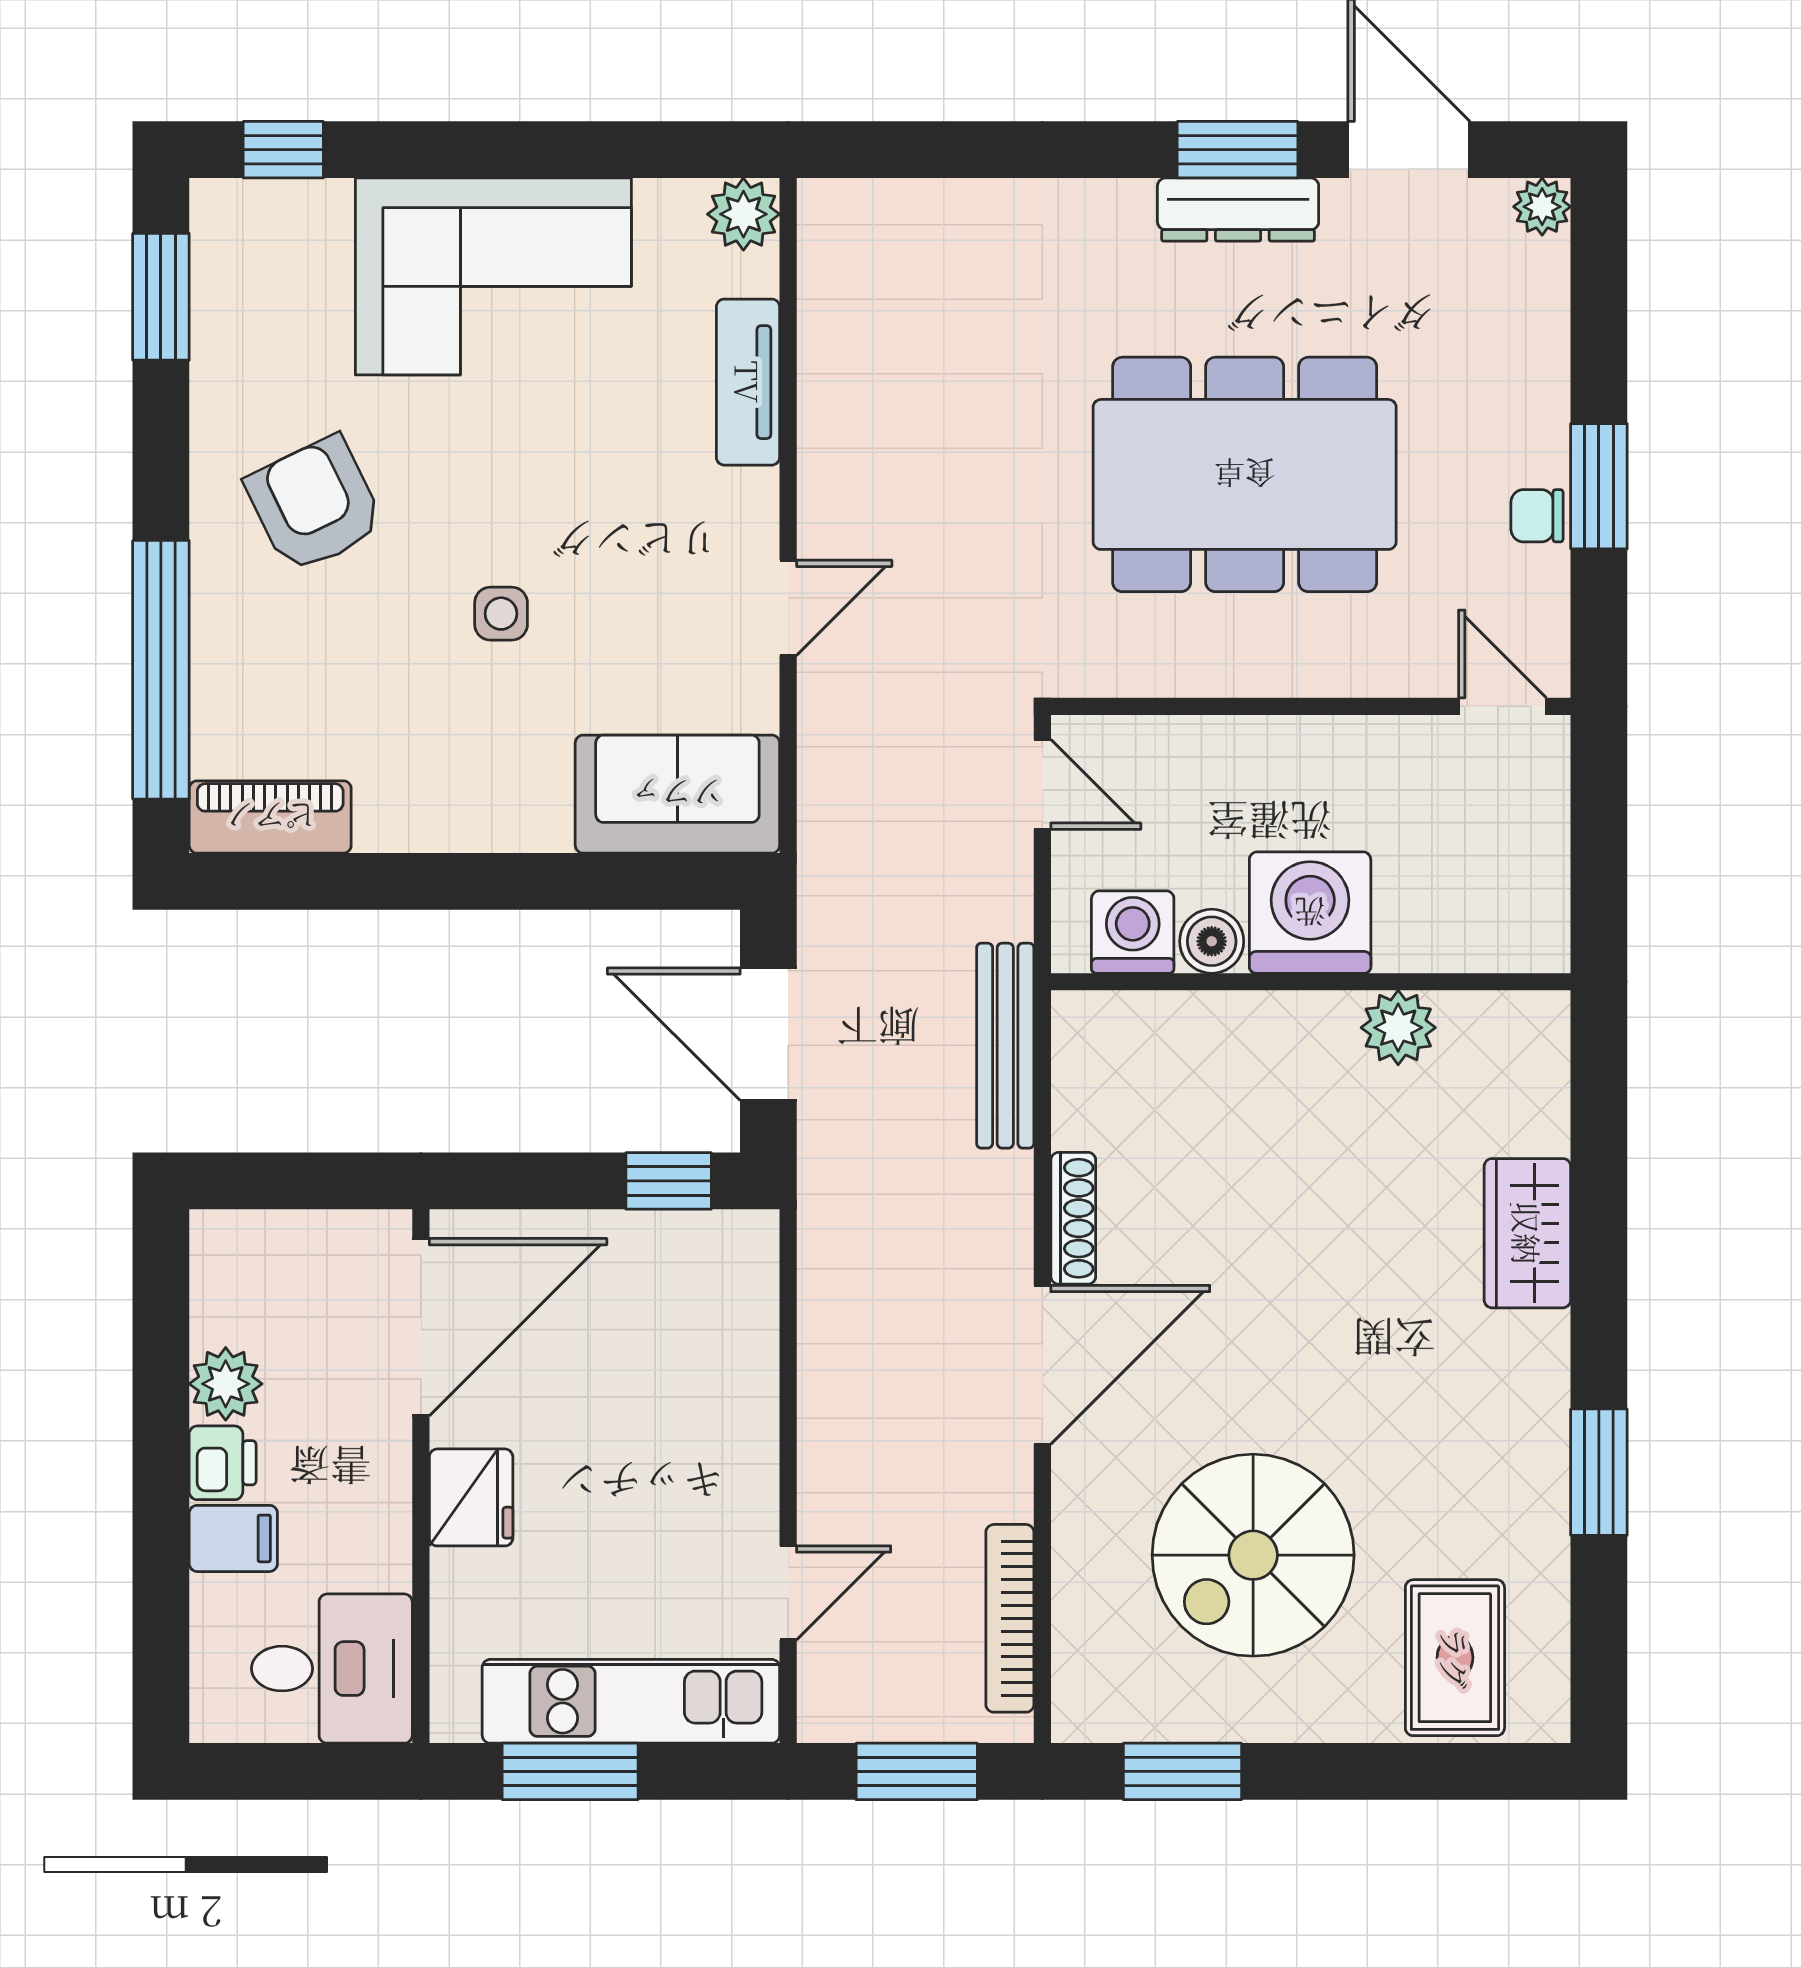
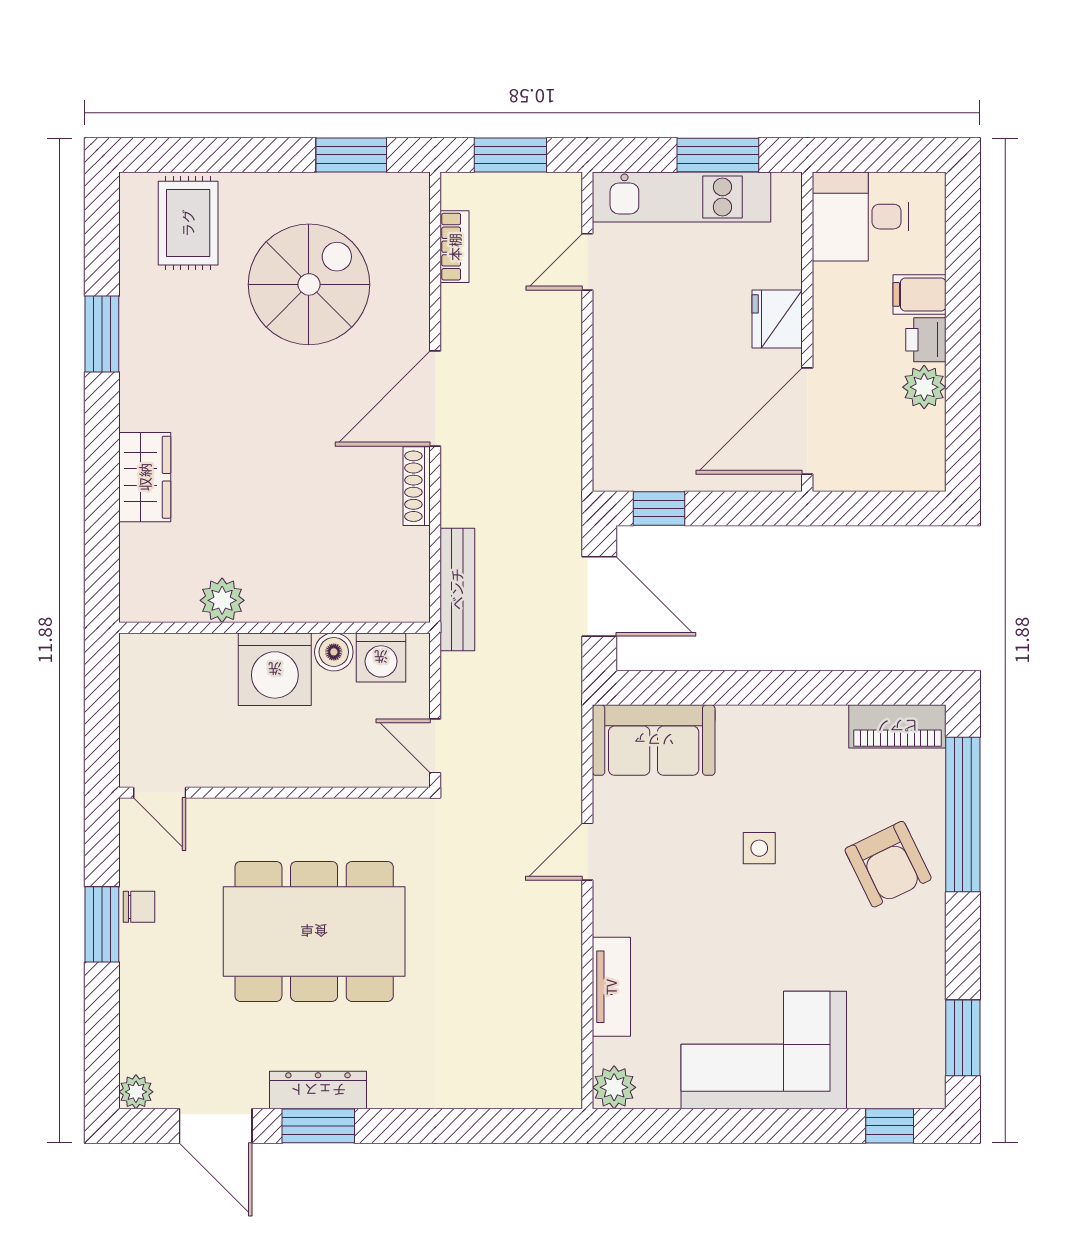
armchair: (315, 504) -> (888, 864), moved
bookcase: (1010, 1618) -> (455, 247), width x0.64

